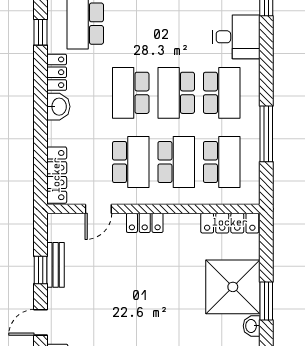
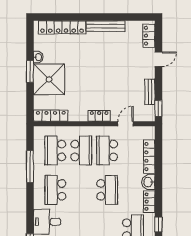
school desk: (176, 93) -> (81, 190), removed
school desk: (176, 162) -> (81, 150), turned 180
locker: (57, 175) -> (149, 157), moved
window: (41, 270) -> (158, 108), moved

